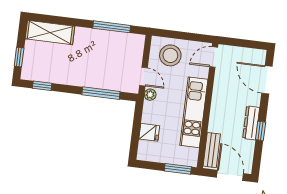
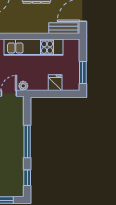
window: (101, 93) -> (27, 142), moved
window: (178, 169) -> (83, 72), moved

